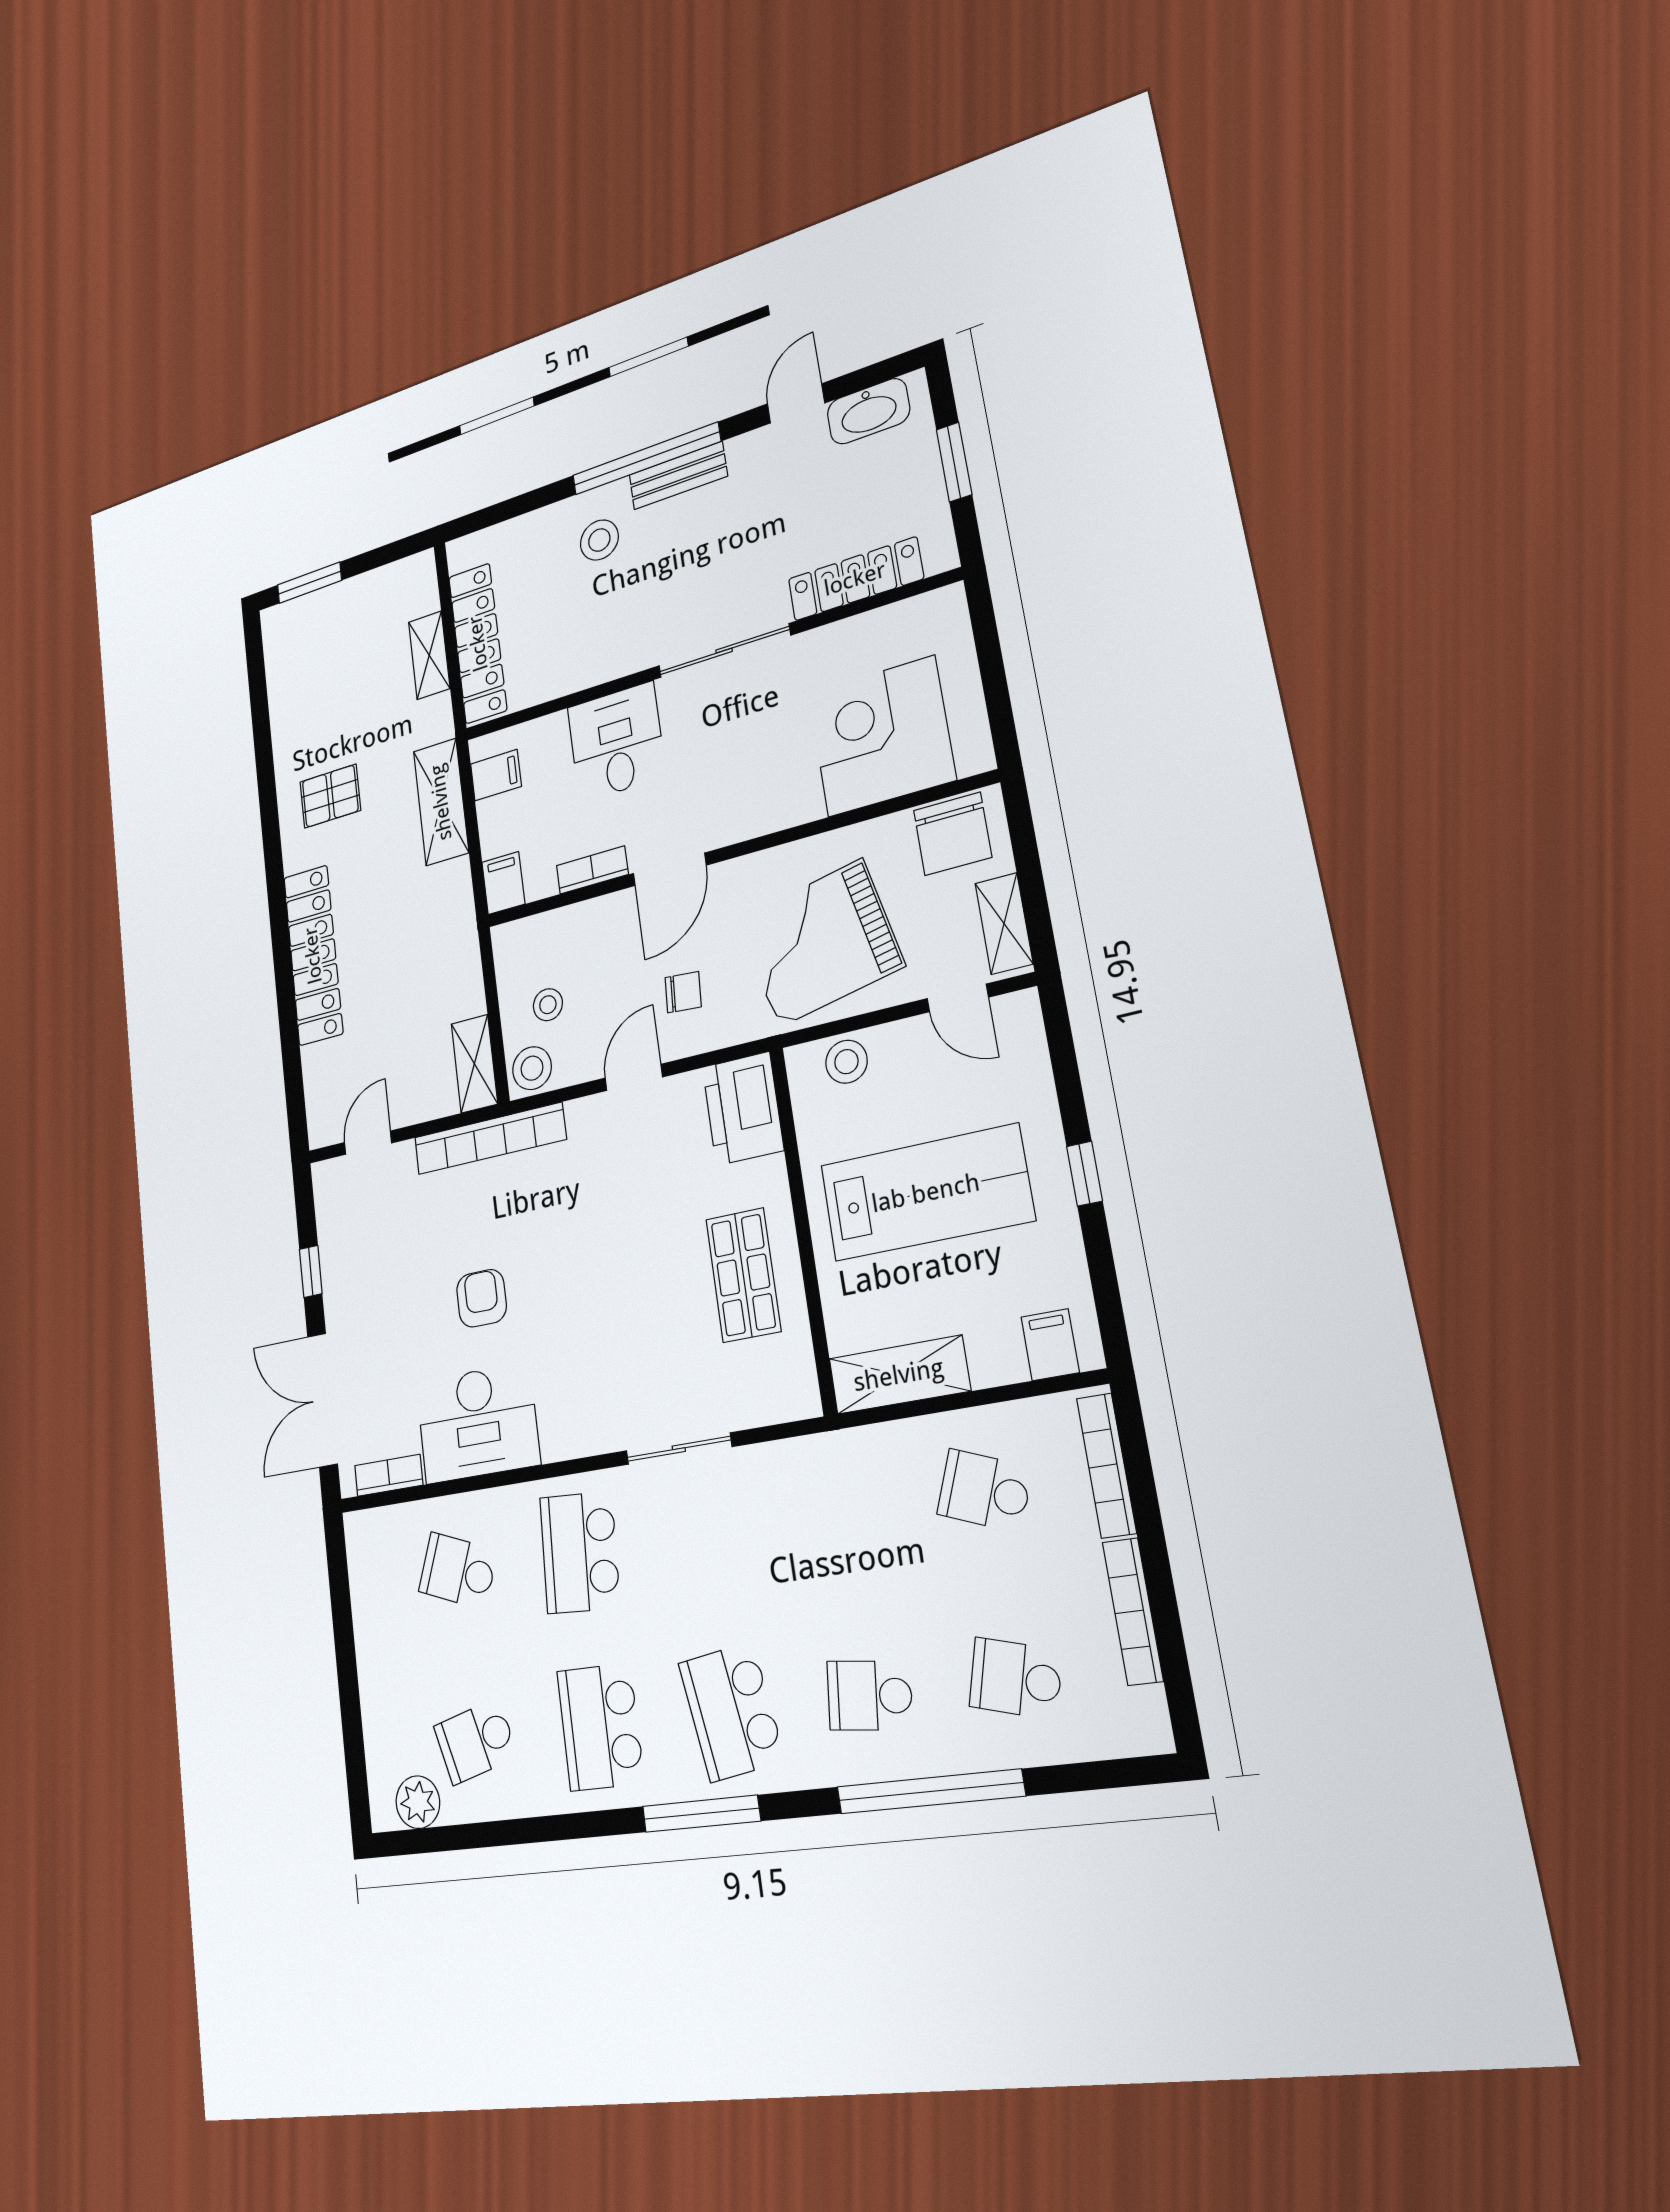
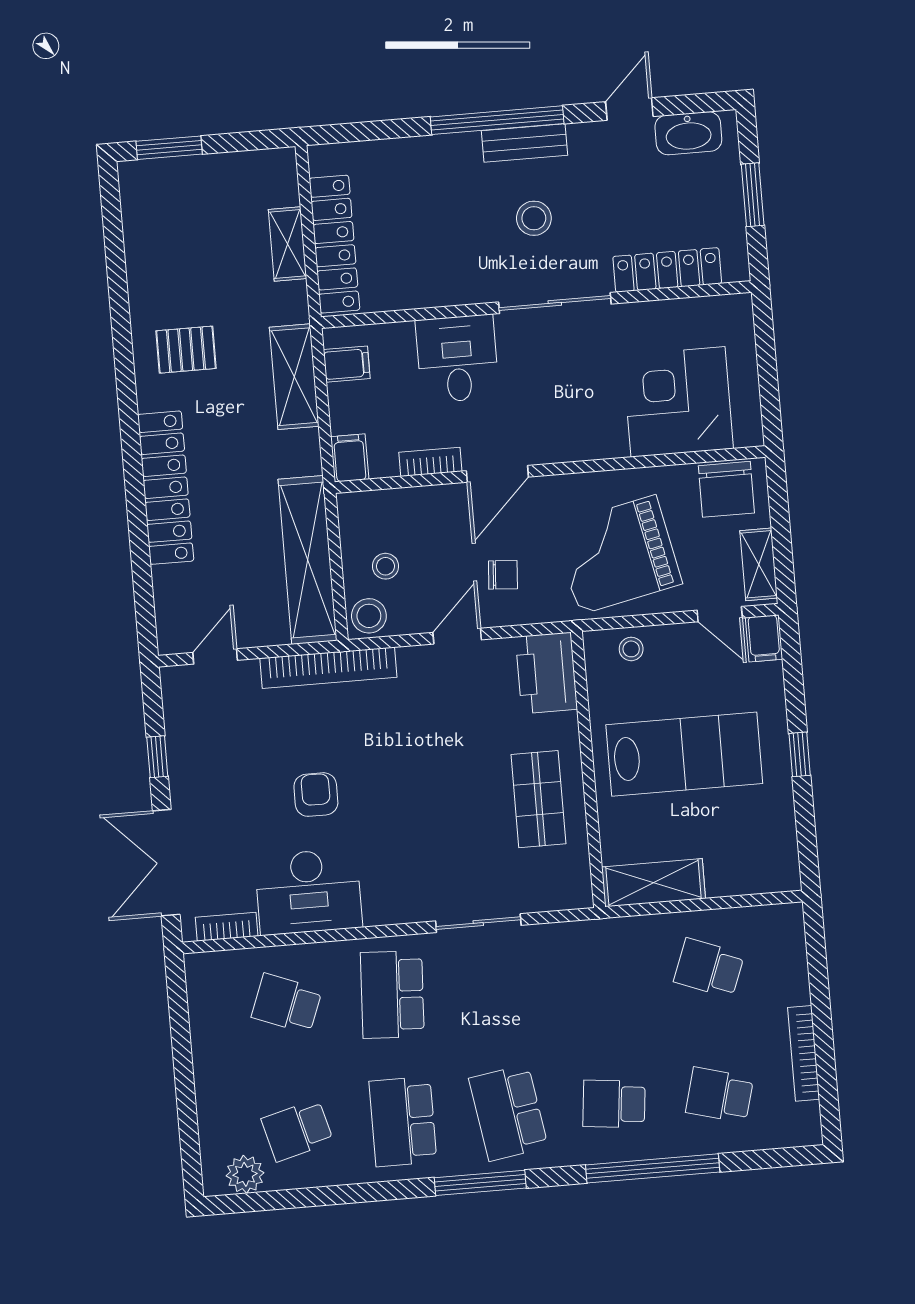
stool: (599, 540) -> (534, 218), moved
stool: (846, 1062) -> (631, 649), width x0.73, depth x0.73
shelving: (474, 1064) -> (308, 560), width x2.20, depth x1.33
filing cabinet: (1050, 1345) -> (764, 638), moved, turned 180
bookcase: (1106, 1465) -> (795, 956), removed

